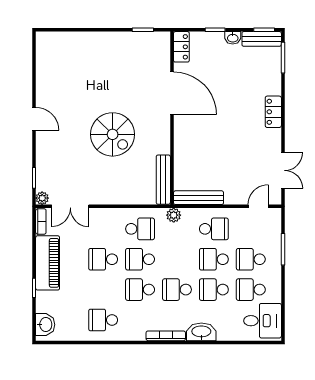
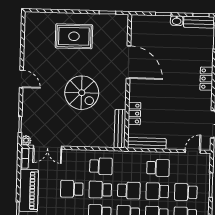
locker: (181, 47) -> (134, 113), moved
rug: (100, 62) -> (74, 36), added
plant: (174, 215) -> (127, 156), removed
school desk: (177, 259) -> (129, 190), added

